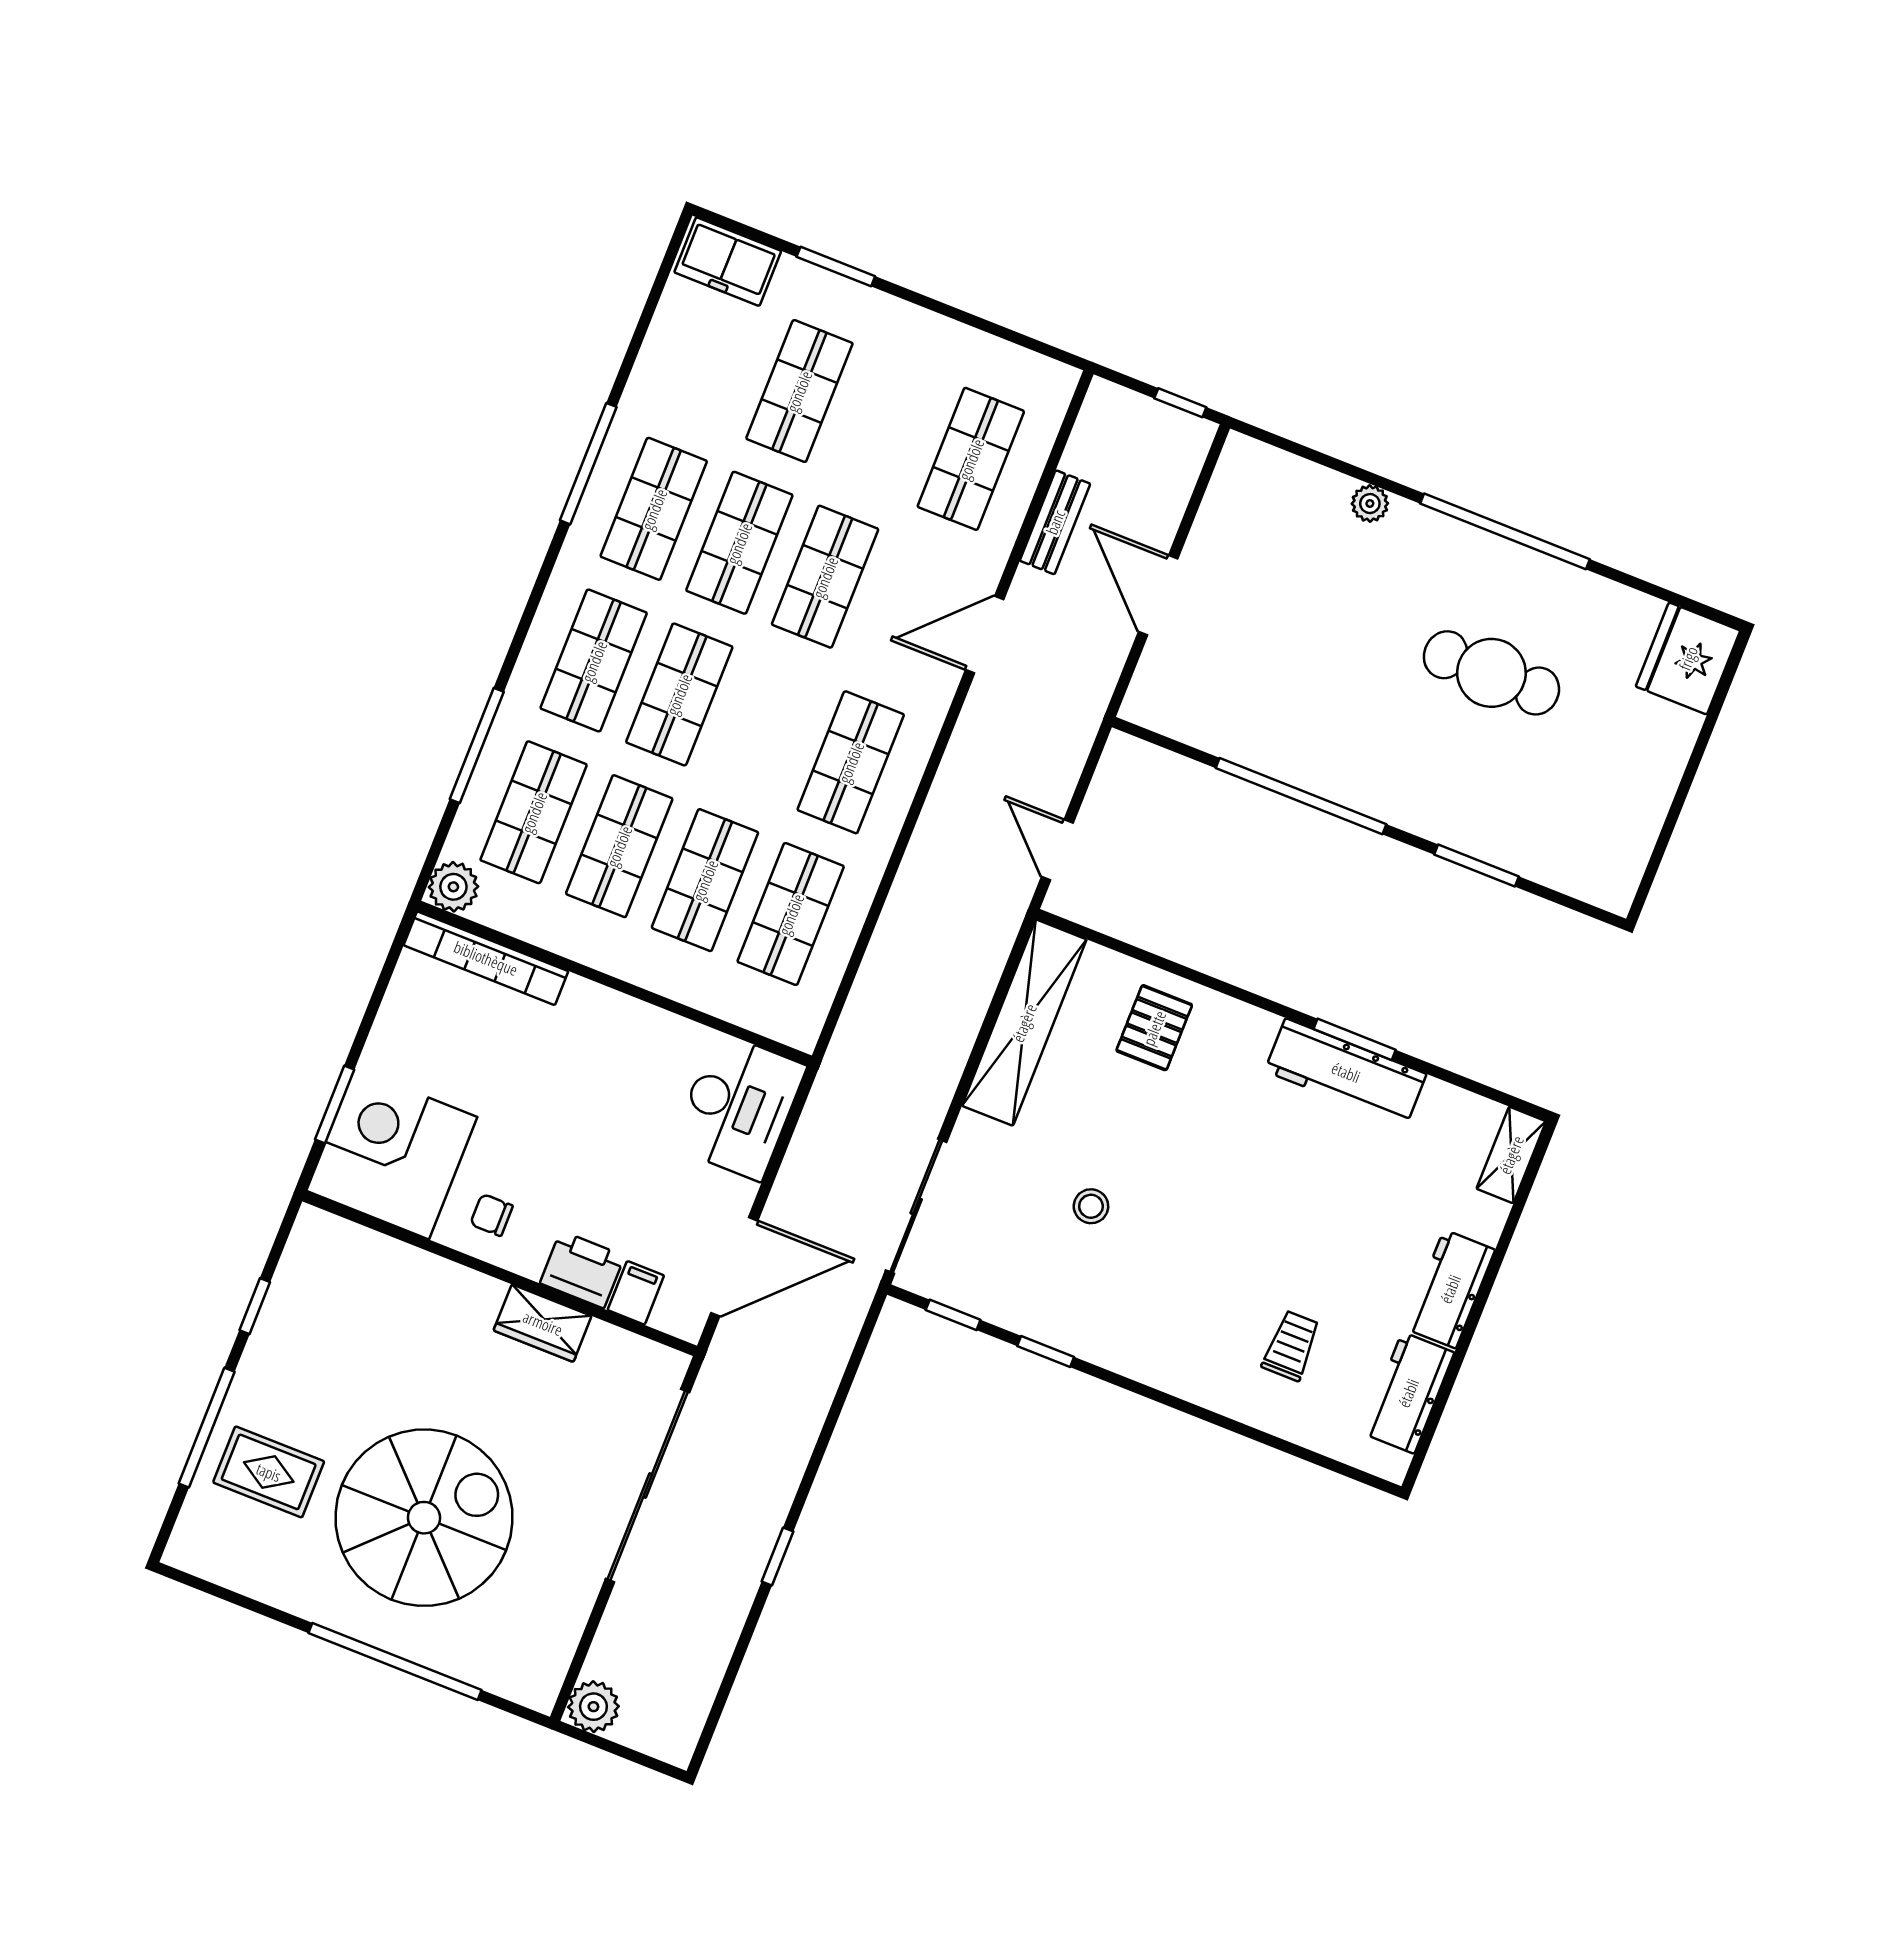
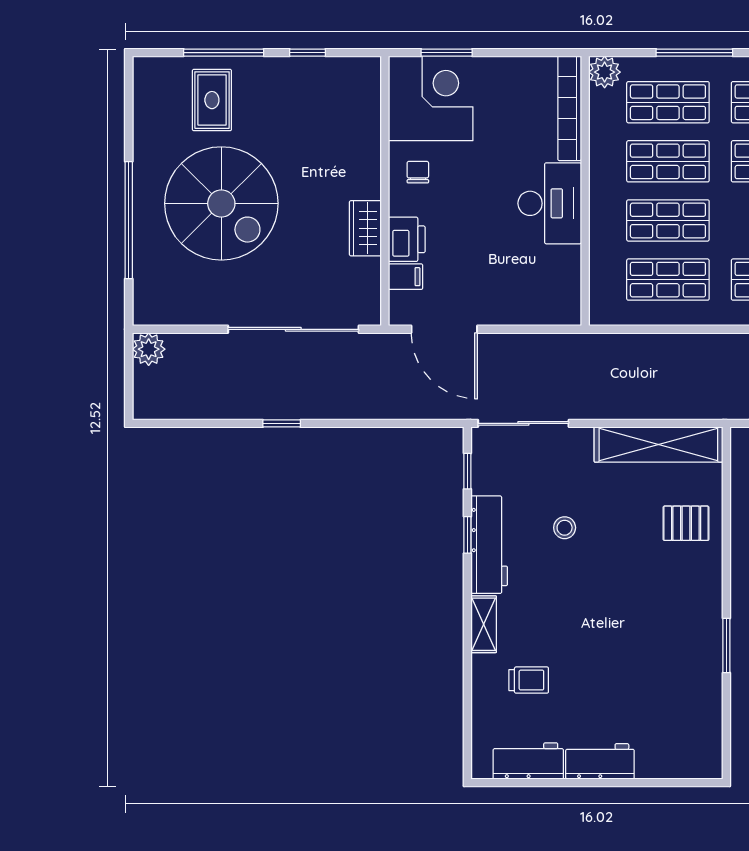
workbench: (1346, 1072) -> (489, 545), moved, turned 180
desk: (739, 1106) -> (550, 203), moved, turned -90
shelving: (1511, 1155) -> (484, 624), moved, turned 90

